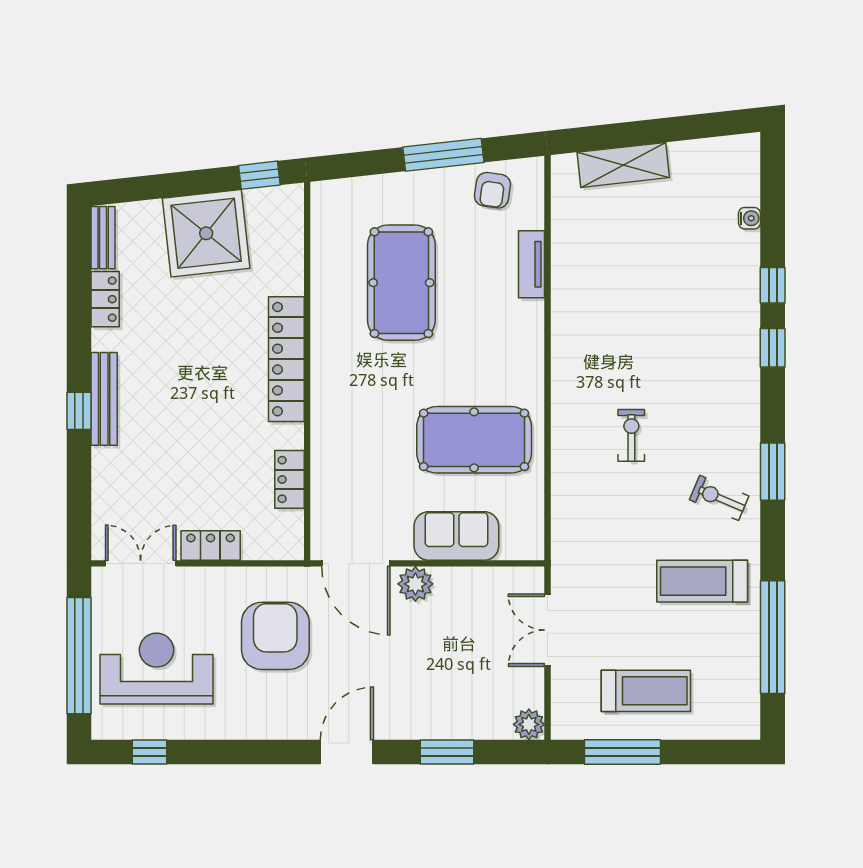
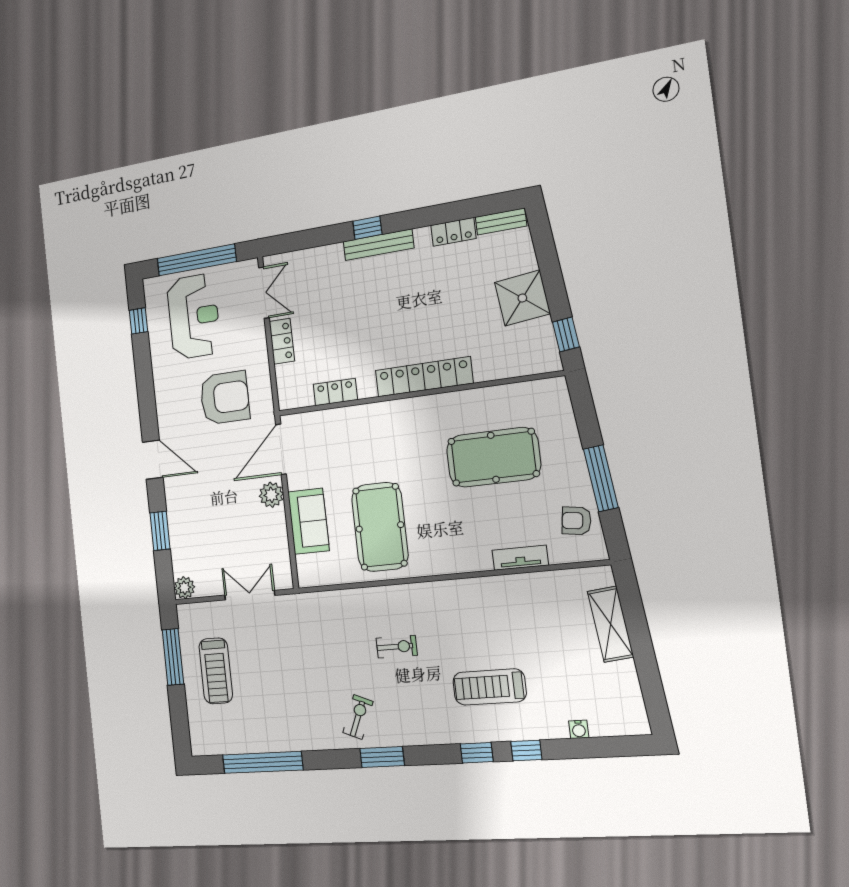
shower: (206, 233) -> (522, 298), width x0.73, depth x0.73
treadmill: (702, 581) -> (489, 687), moved, turned -90

